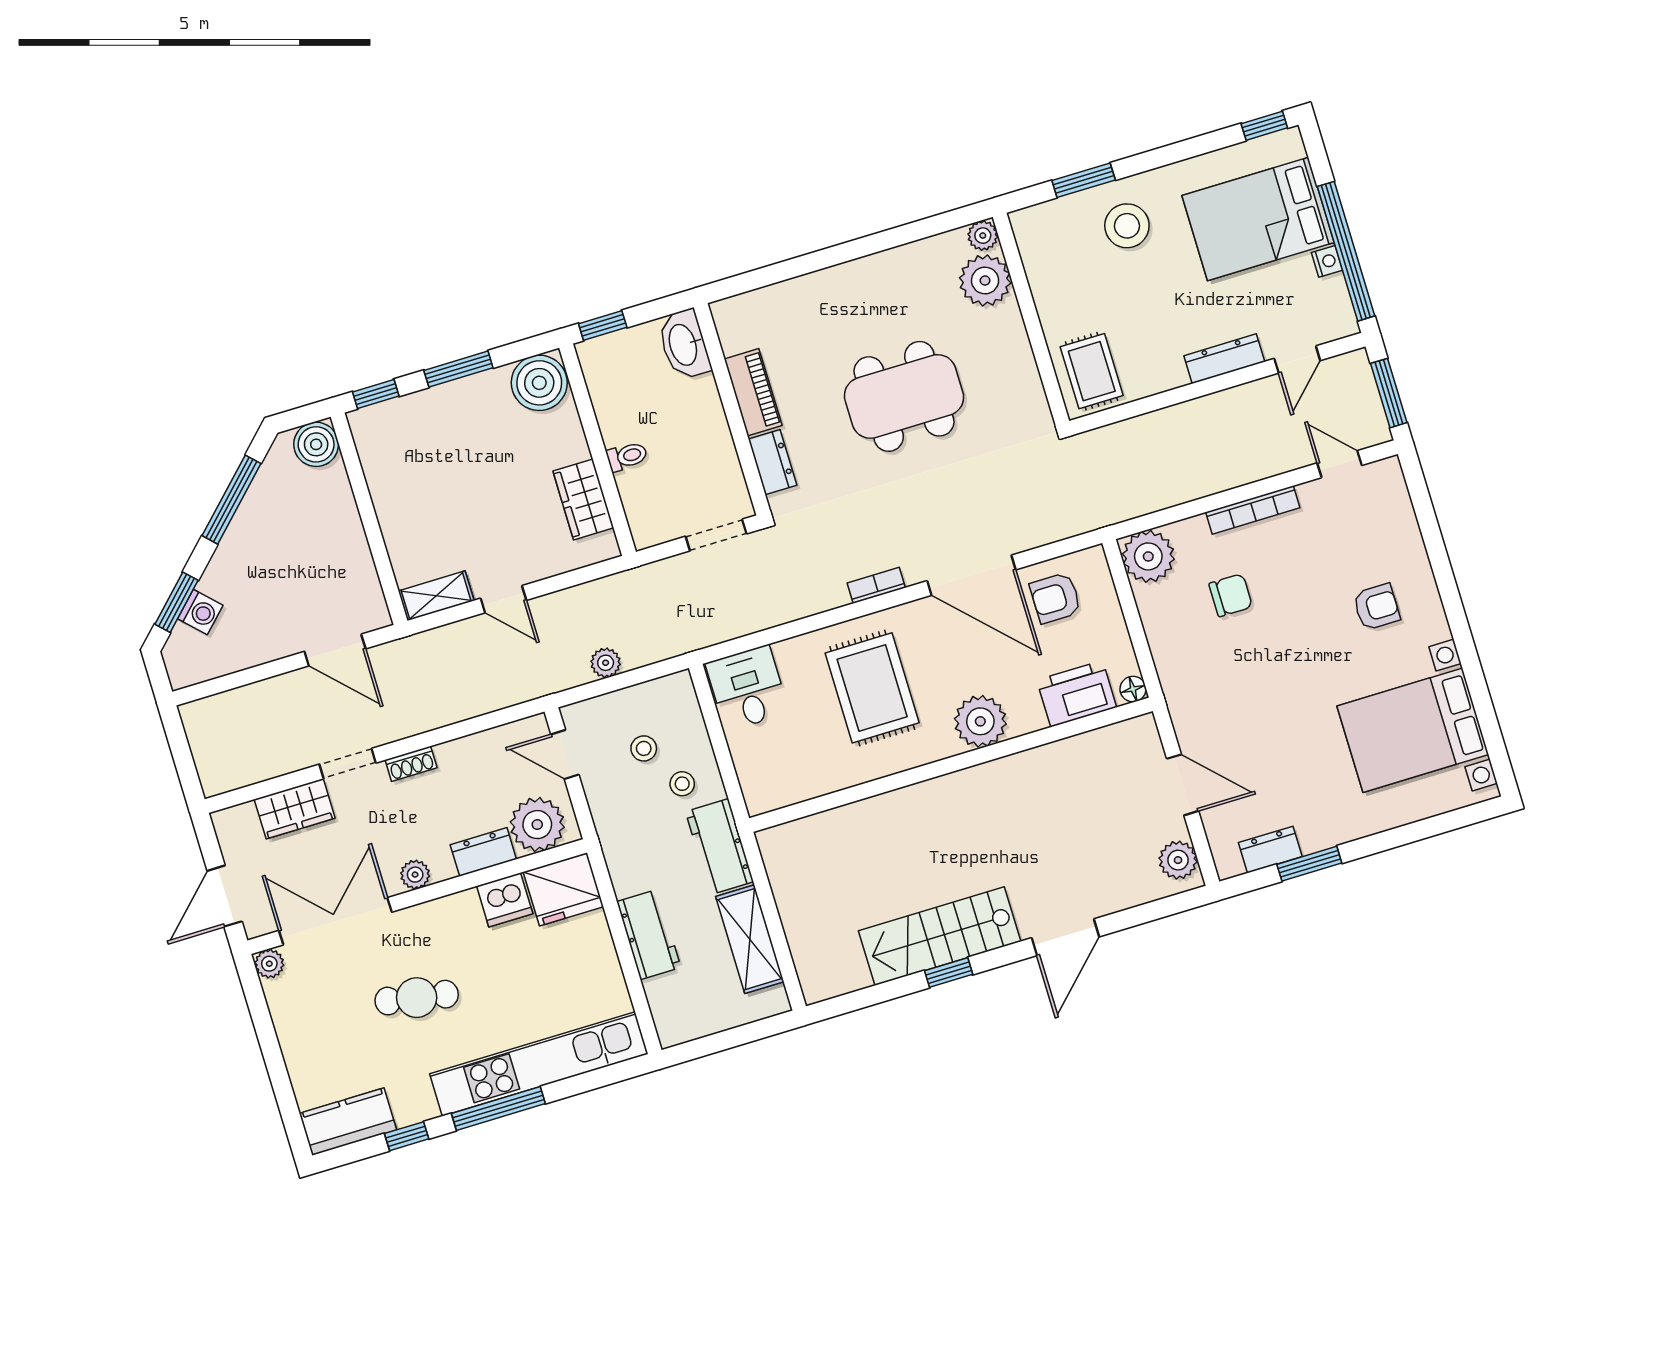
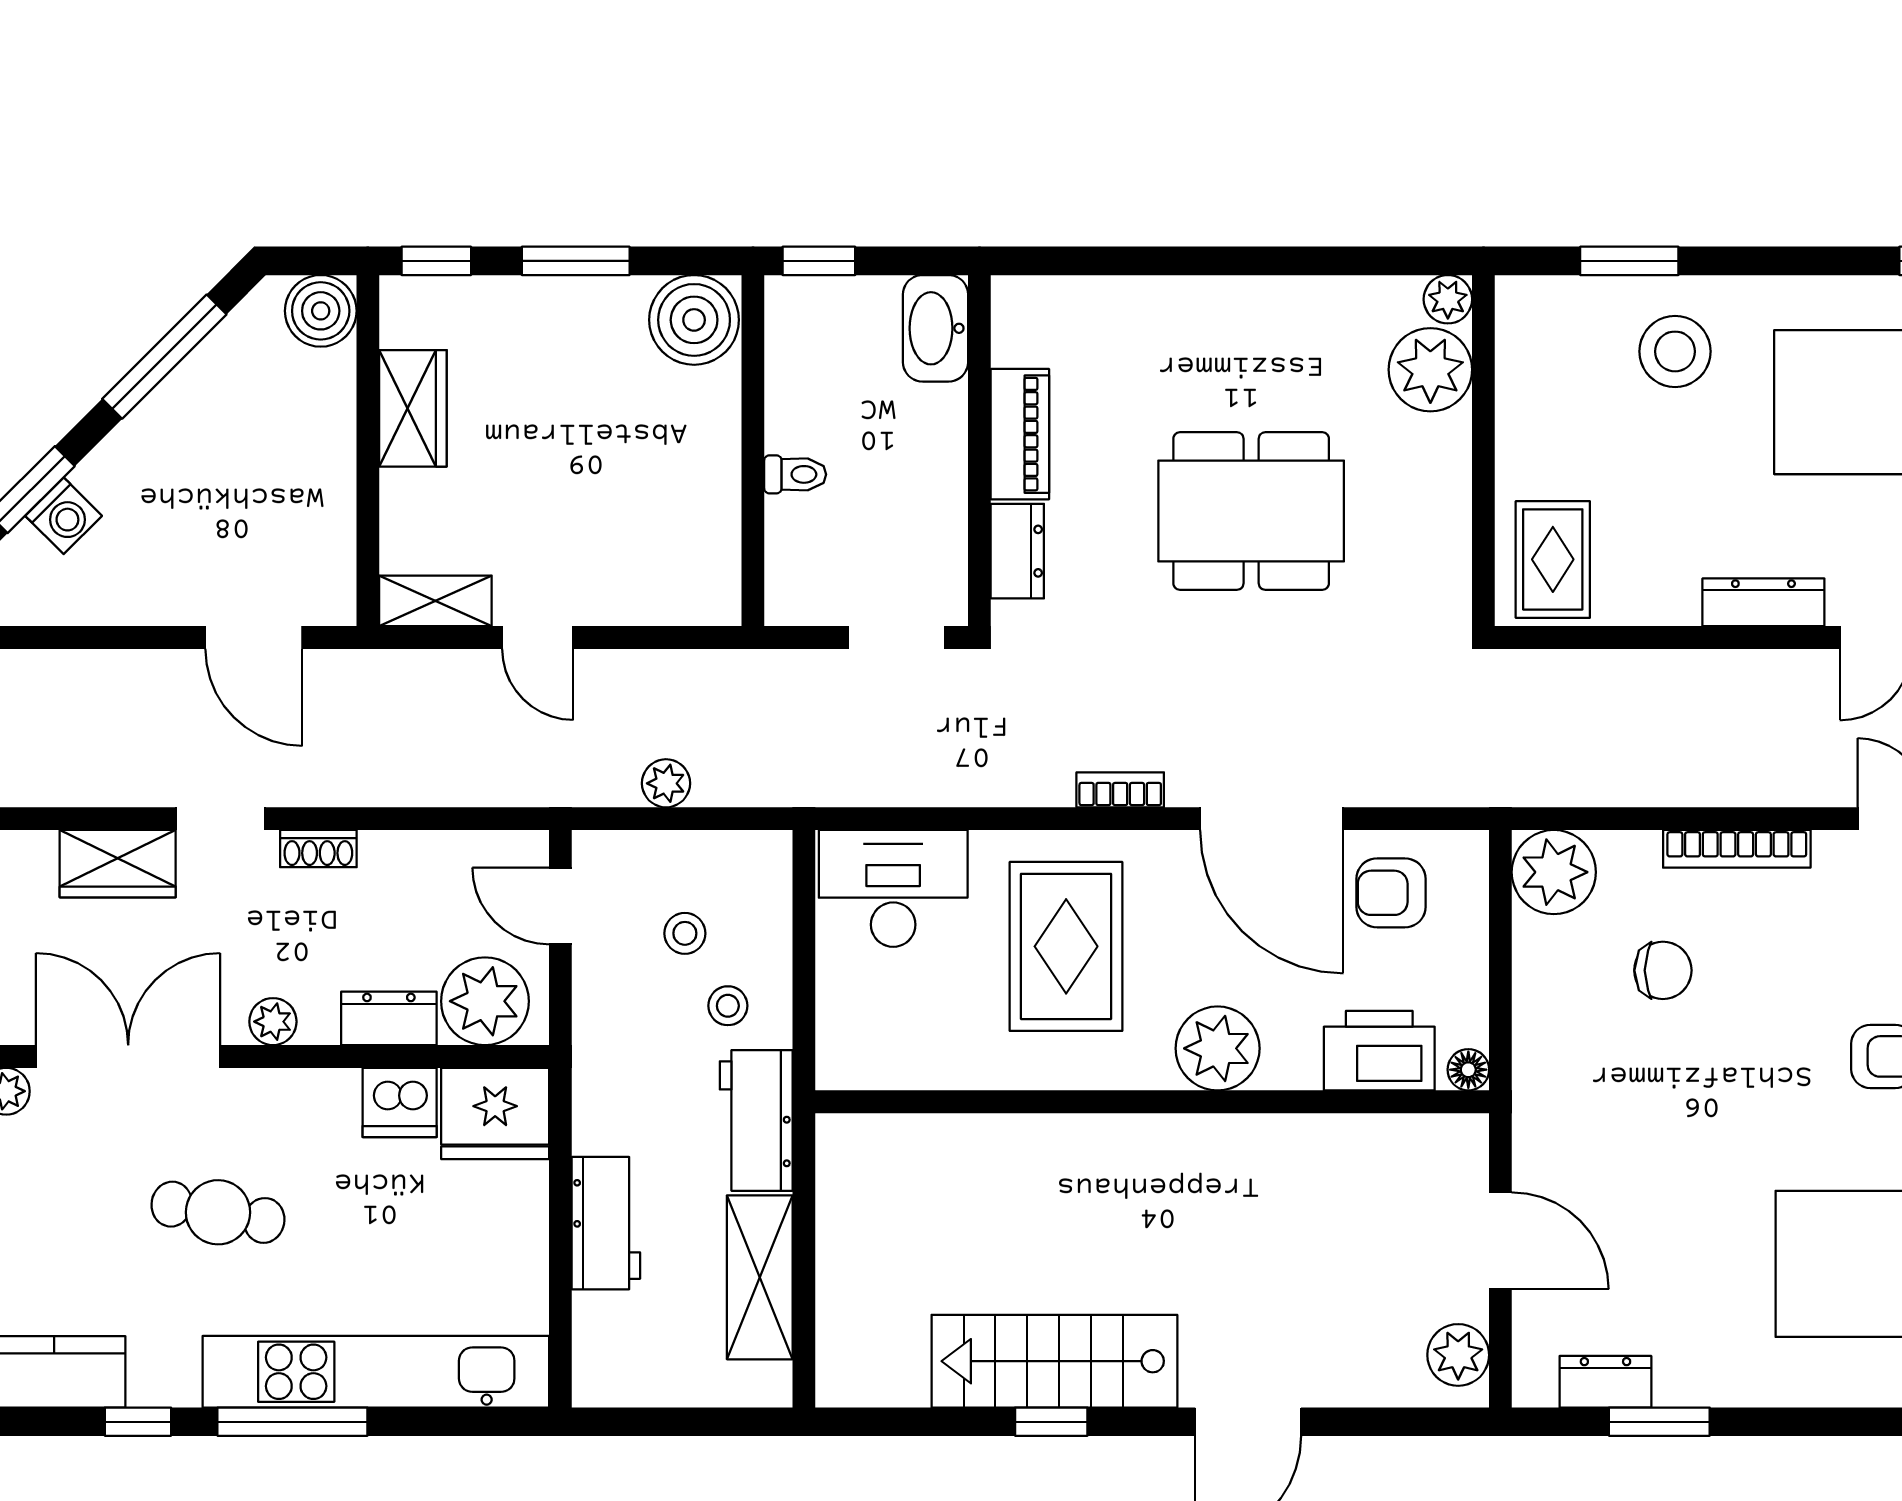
wardrobe: (583, 499) -> (413, 408), moved, turned 180
desk: (747, 688) -> (893, 888), width x1.37

